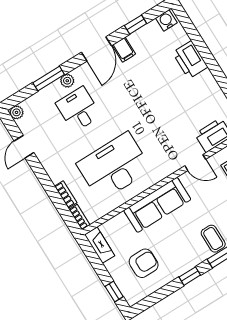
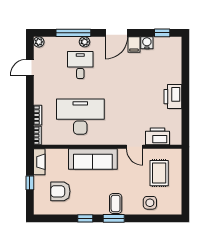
water cooler: (166, 20) -> (147, 43), moved
window: (136, 25) -> (162, 33), moved
printer: (190, 60) -> (173, 97), moved
window: (49, 79) -> (73, 33), width x1.44
armchair: (144, 263) -> (60, 191), turned 180
window: (114, 292) -> (30, 183), moved

